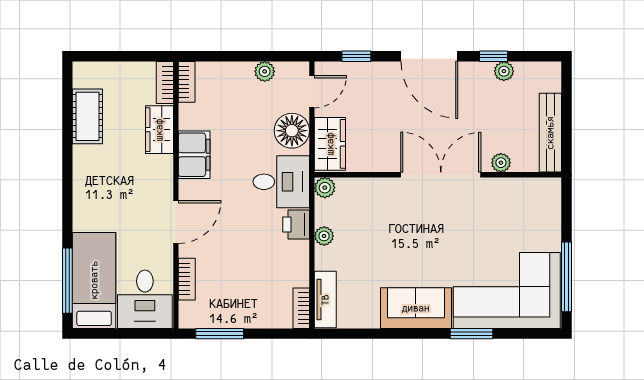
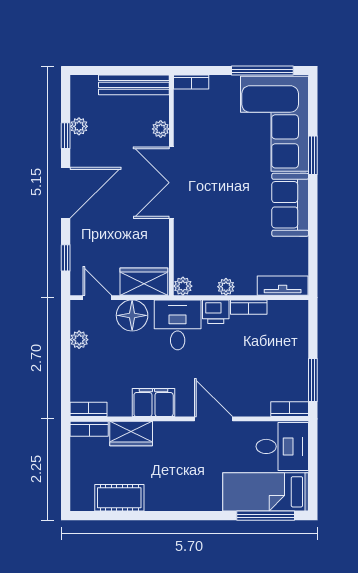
bookcase: (554, 197) -> (191, 82), added
bookcase: (187, 279) -> (290, 409), moved
bookcase: (301, 308) -> (249, 307), moved

